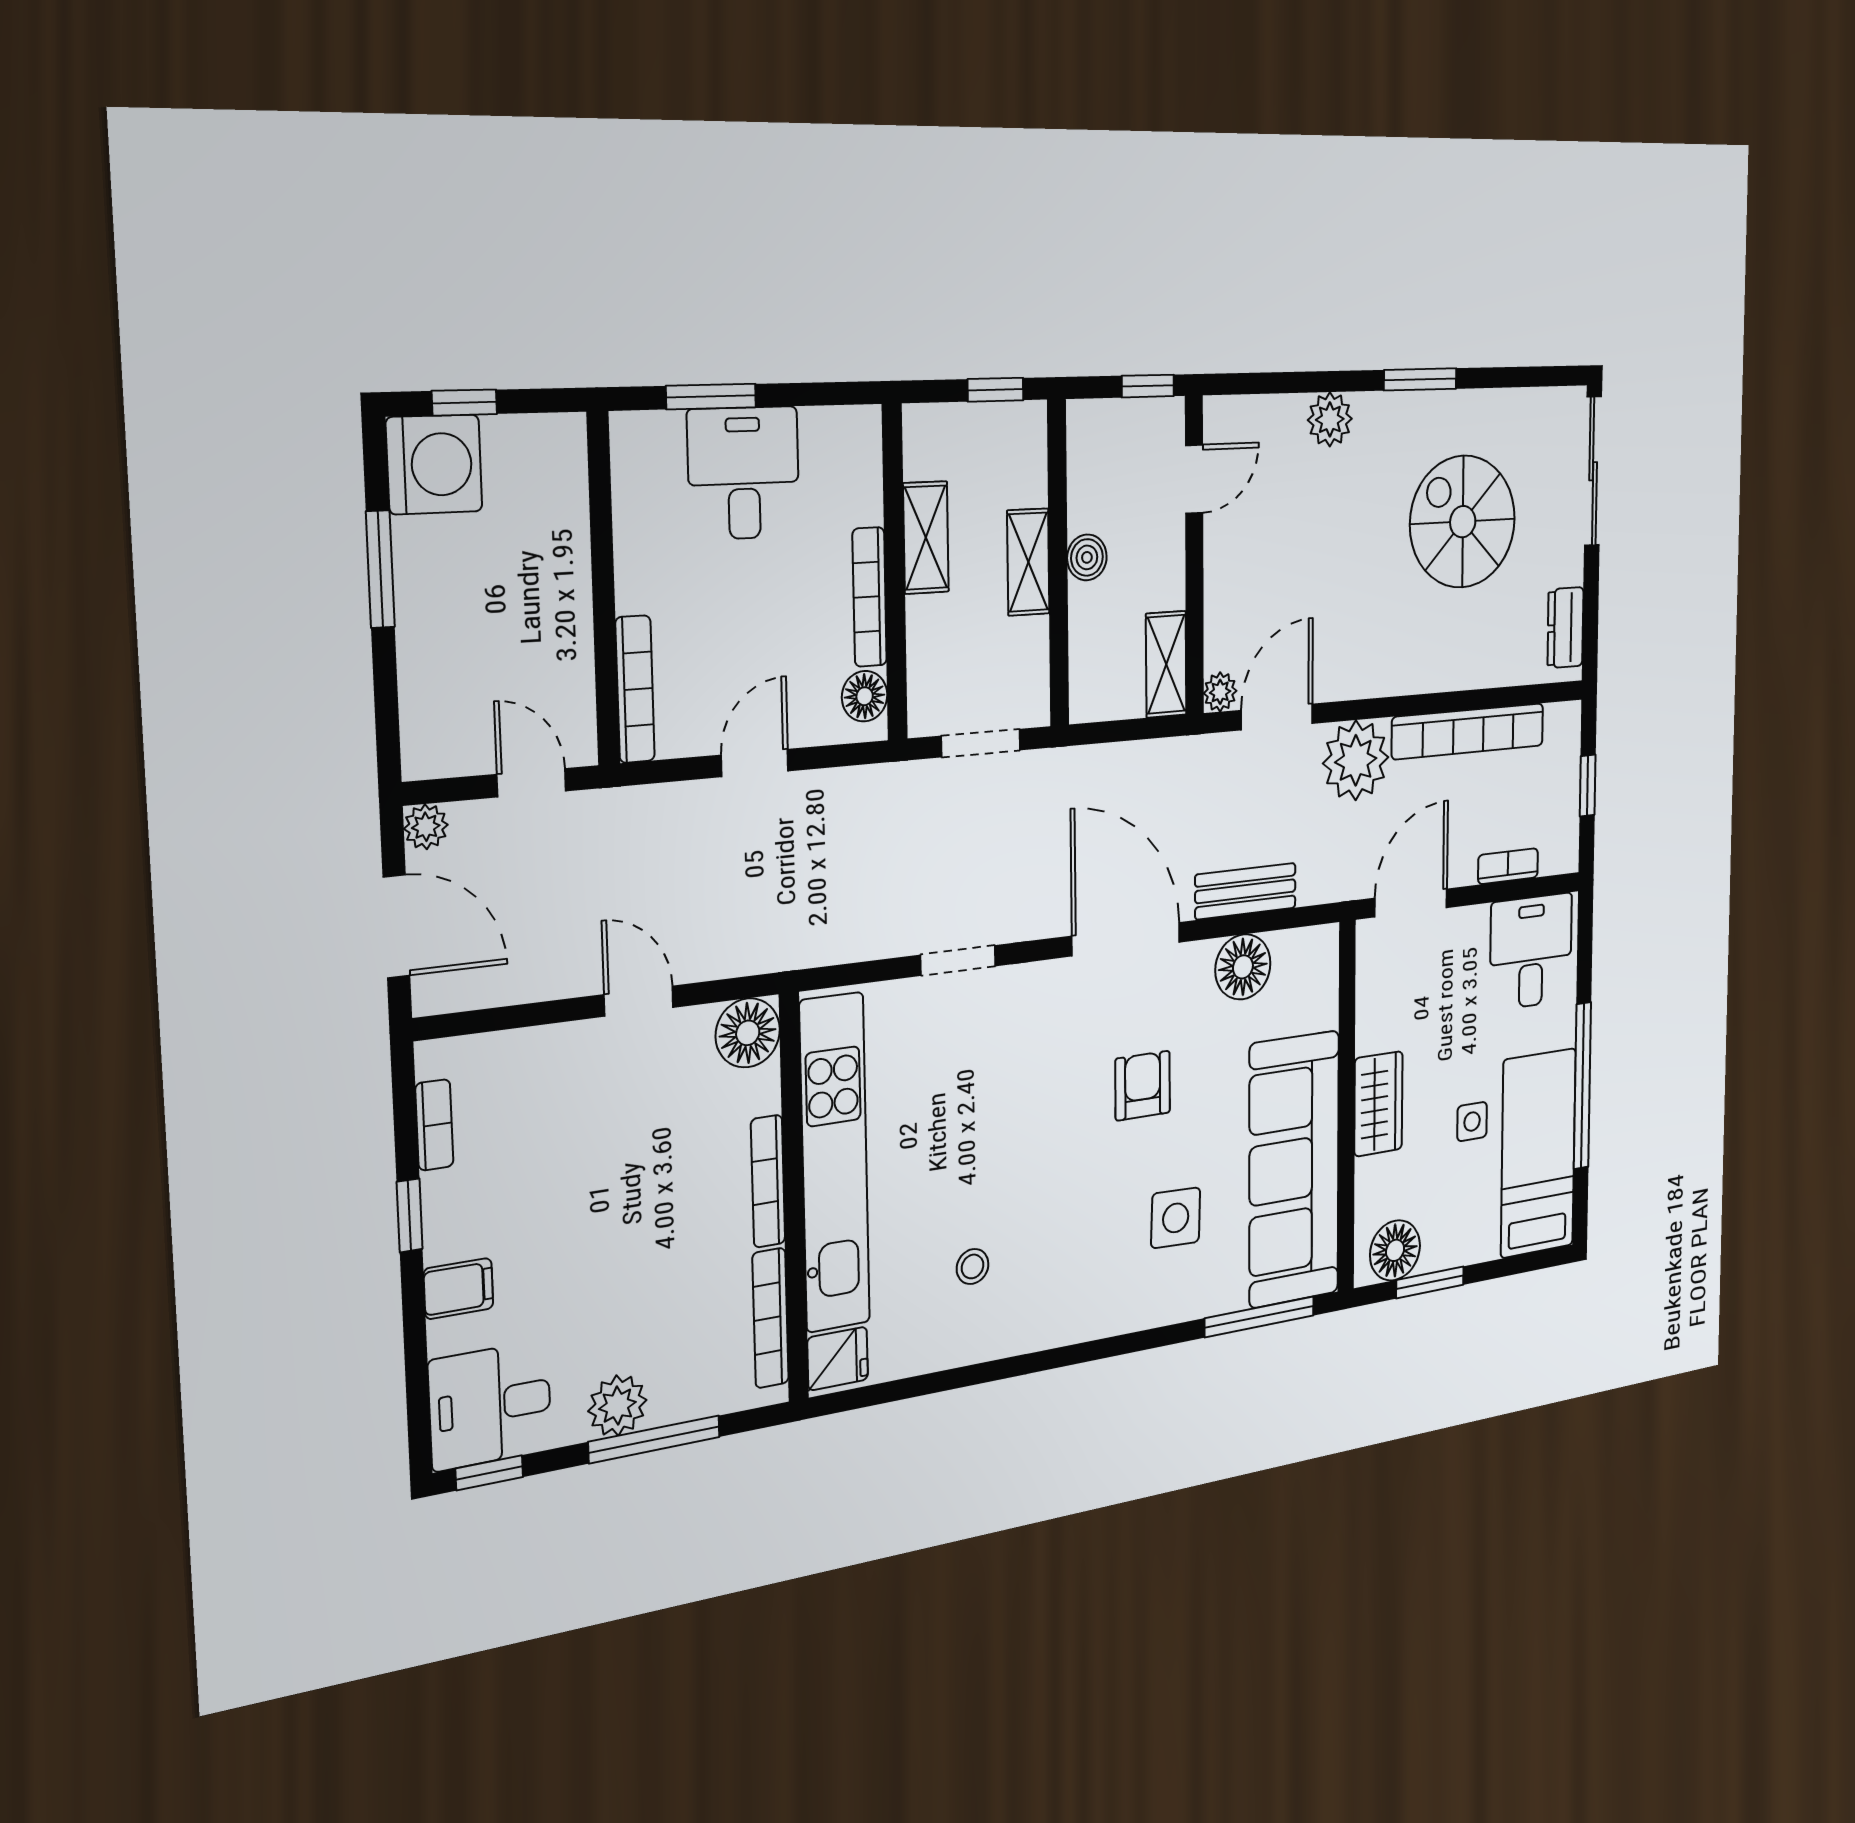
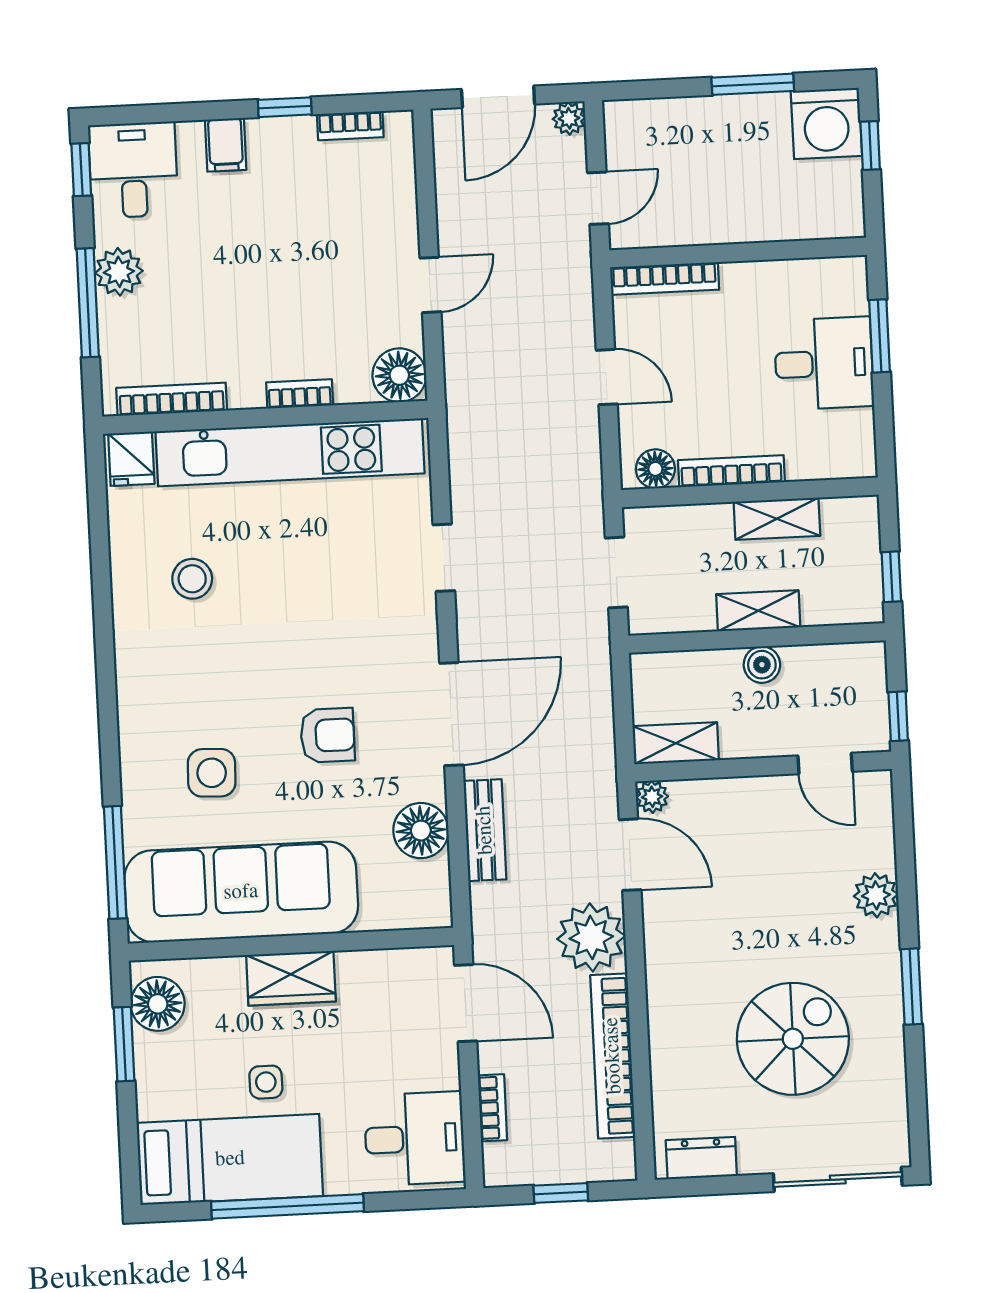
bookcase: (768, 1181) -> (300, 394), width x0.64
stool: (973, 1266) -> (192, 579), width x1.37, depth x1.37

